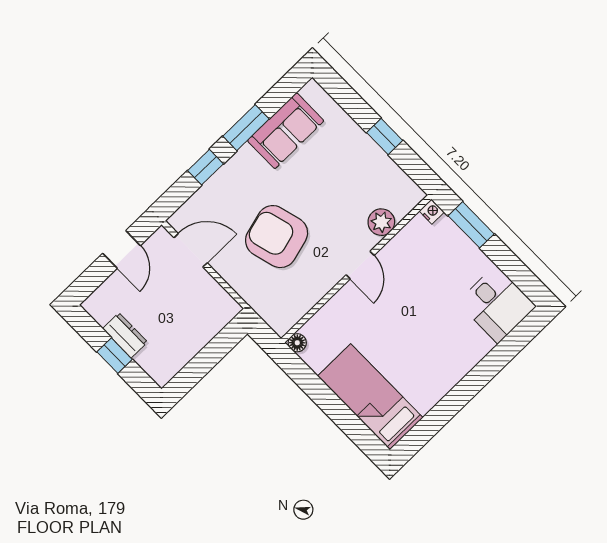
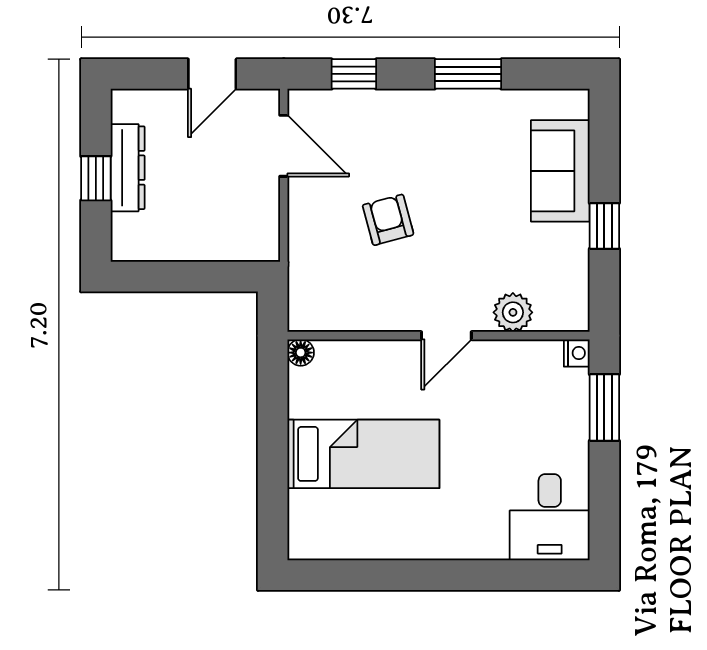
sofa: (286, 131) -> (560, 171), moved, turned 90
window: (205, 167) -> (354, 74), moved
armchair: (277, 237) -> (388, 220), width x0.53, depth x0.53
dresser: (125, 335) -> (128, 168), width x1.44
bed: (370, 397) -> (363, 454), moved, turned 90

